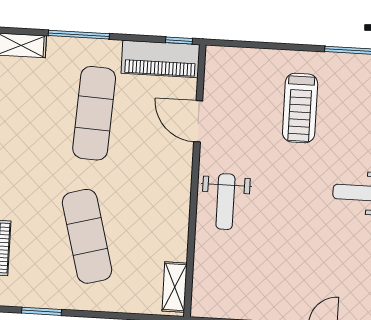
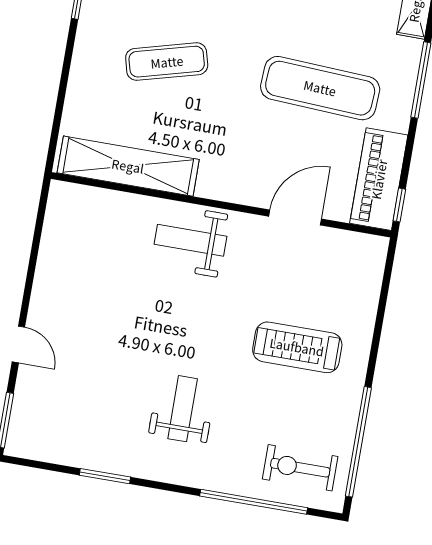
exercise mat: (87, 236) -> (167, 62), width x0.73, depth x0.69
shelving: (175, 287) -> (128, 166), width x2.20, depth x1.33

